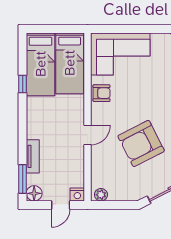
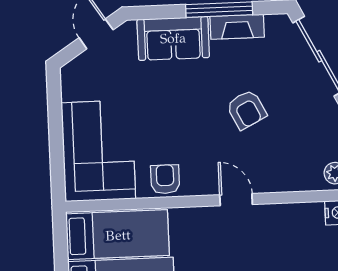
armchair: (141, 143) -> (246, 110), width x0.53, depth x0.53

